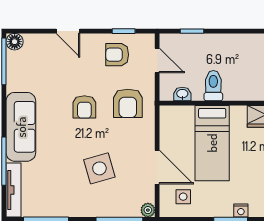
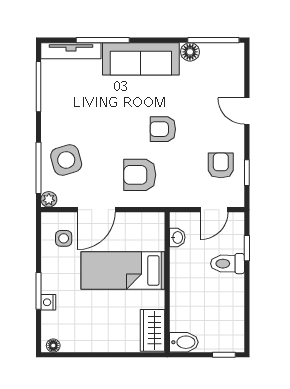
door: (68, 31) -> (247, 111), hinge flipped
floor lamp: (15, 42) -> (190, 52), moved
toilet: (213, 86) -> (228, 264), moved, turned 180
armchair: (128, 103) -> (140, 175), moved
side table: (99, 168) -> (66, 160), moved

